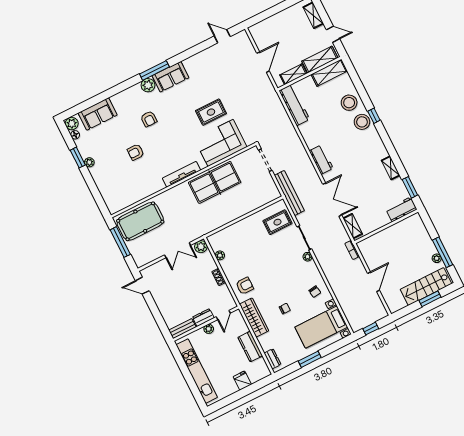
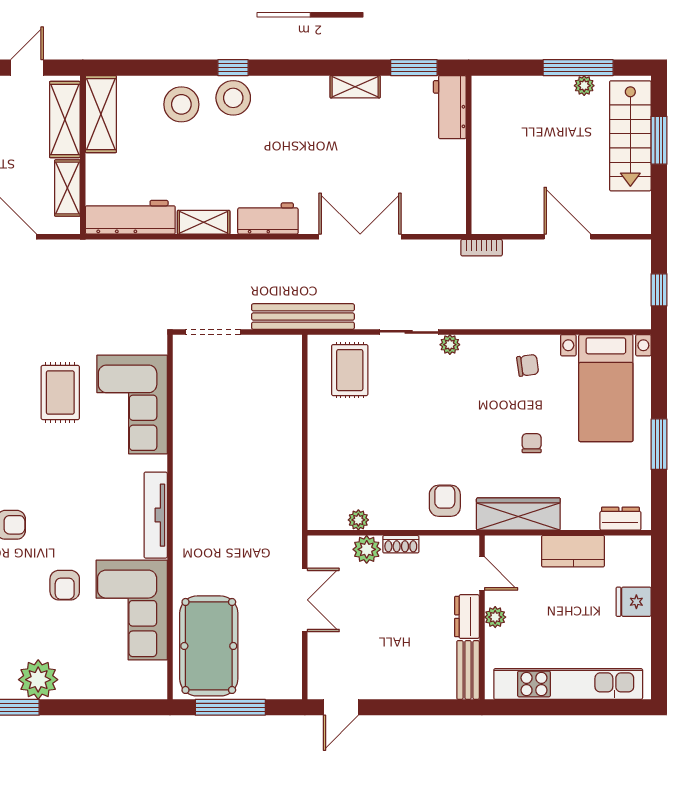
plant: (89, 162) -> (38, 680), width x1.88, depth x1.88
table tennis table: (215, 182) -> (206, 456), removed
corner sofa: (139, 184) -> (132, 610), added
shelving: (353, 226) -> (204, 222), moved
plant: (201, 247) -> (367, 549), moved

